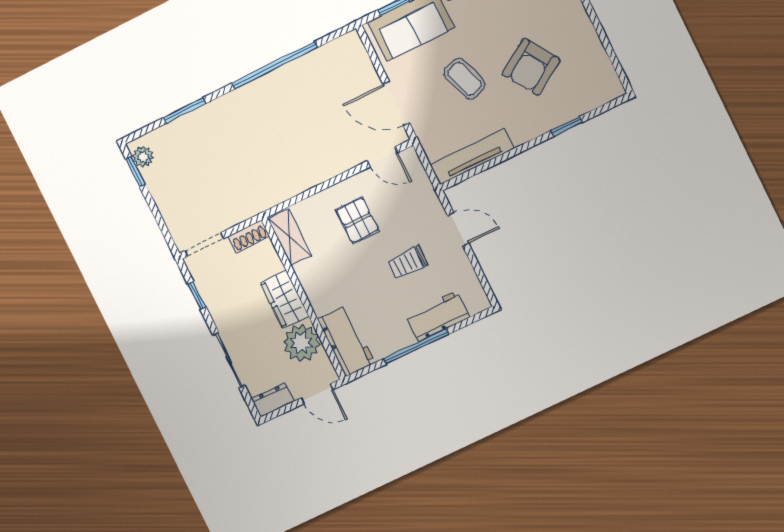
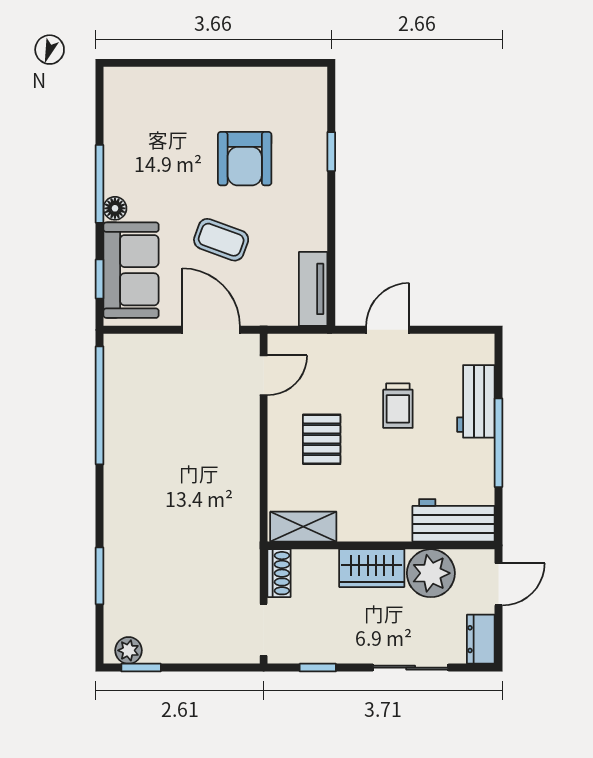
window: (275, 65) -> (100, 405), moved
armchair: (531, 67) -> (245, 159), turned 33
coffee table: (464, 79) -> (221, 240), turned 39
door: (396, 103) -> (211, 330), swing flipped
tv unit: (472, 157) -> (313, 289), width x0.71
pallet: (357, 220) -> (322, 439), turned 90

